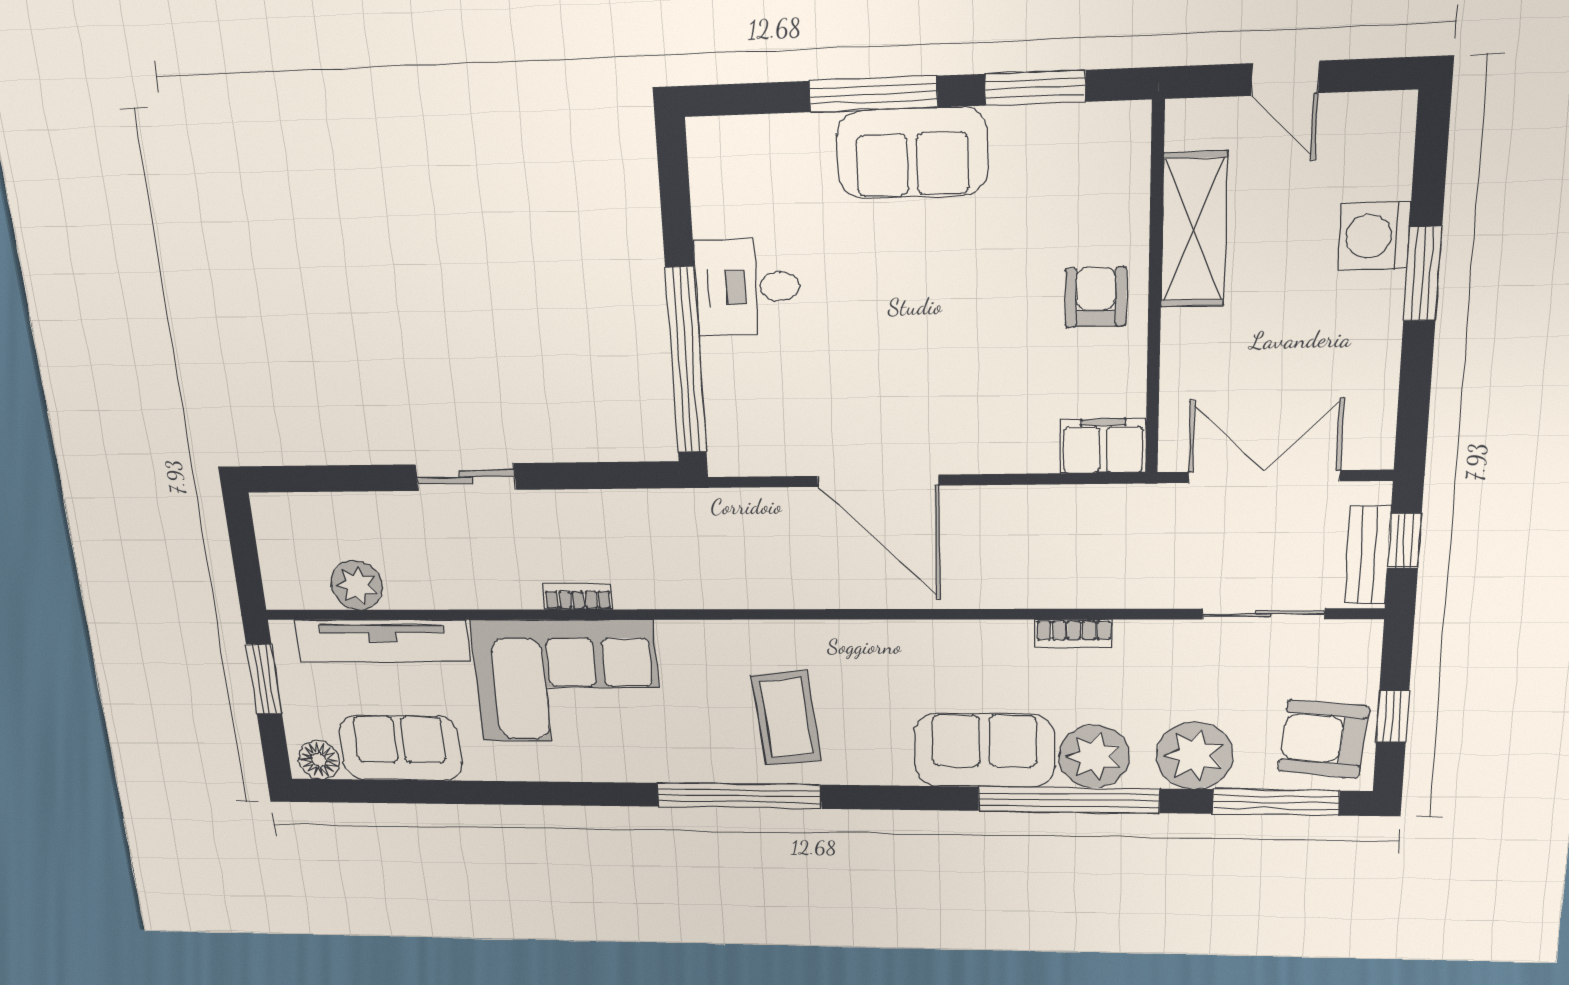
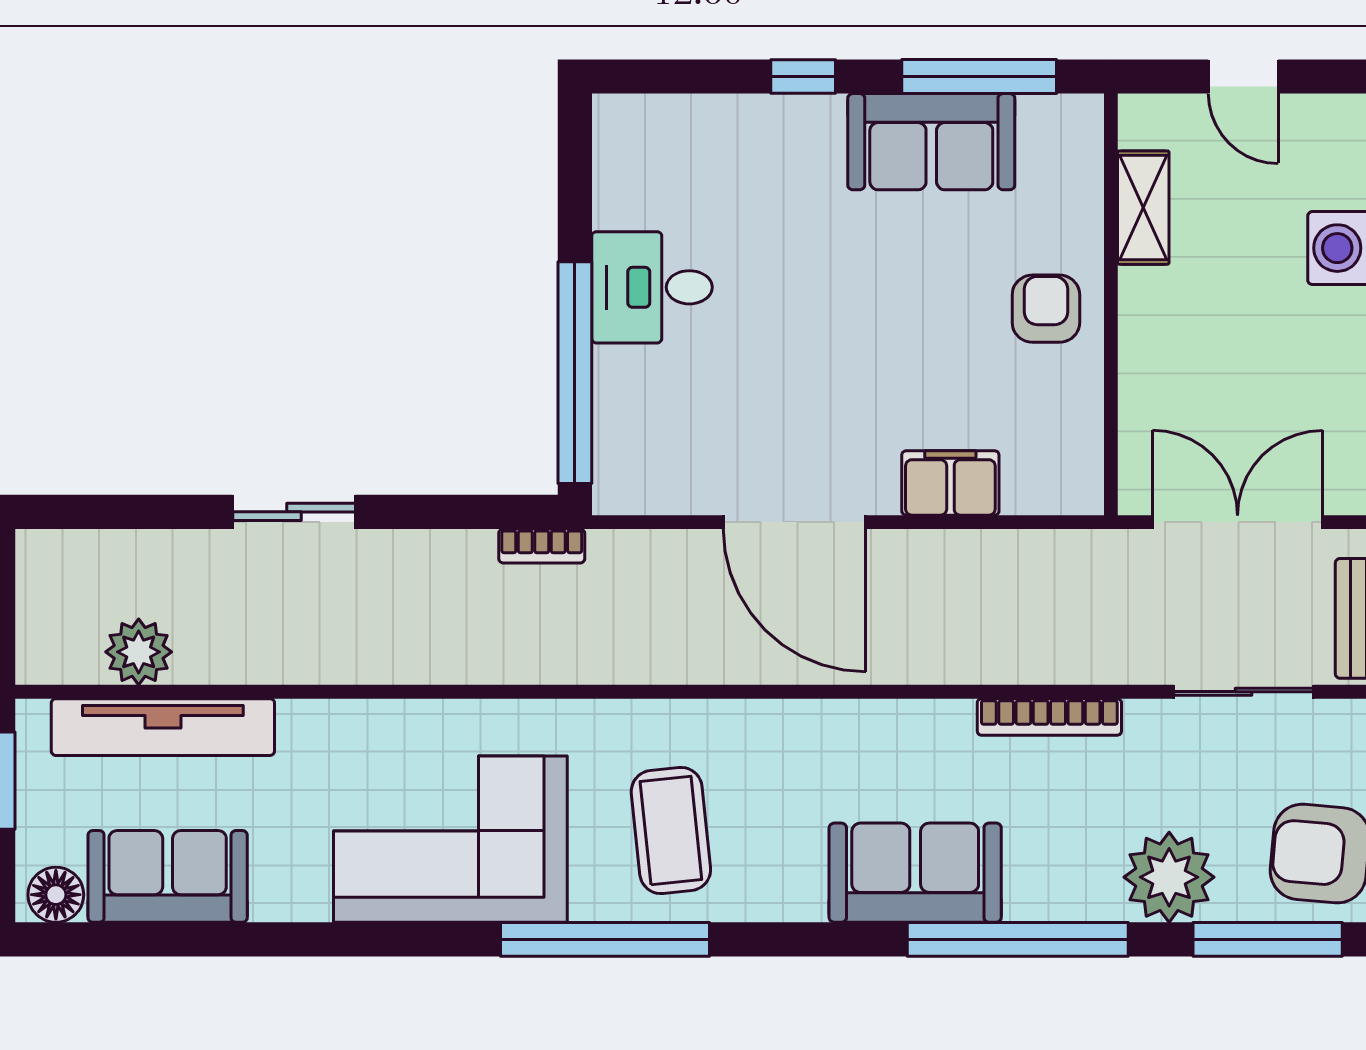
window: (1035, 88) -> (979, 76), width x1.44
window: (873, 94) -> (803, 76), width x0.46
sofa: (912, 153) -> (931, 142), moved
shelving: (1194, 230) -> (1143, 208), width x0.67, depth x0.75
filing cabinet: (1103, 446) -> (950, 483), moved
bookcase: (578, 597) -> (542, 546), moved, turned 180
bookcase: (1074, 634) -> (1049, 717), width x1.56
corner sofa: (567, 681) -> (450, 839), moved, turned 180
plant: (1094, 757) -> (1048, 880), removed

